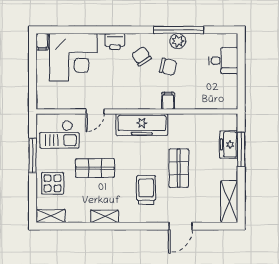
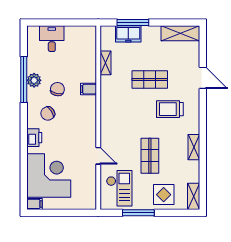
shelving: (197, 119) -> (105, 63), added
freezer: (142, 125) -> (110, 113), removed

